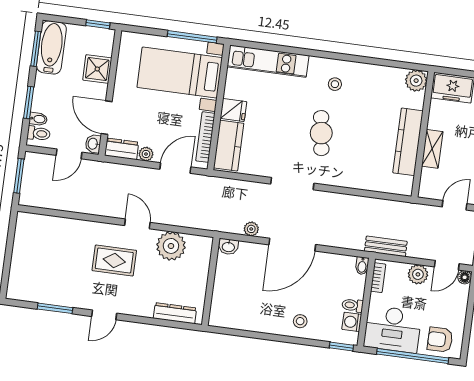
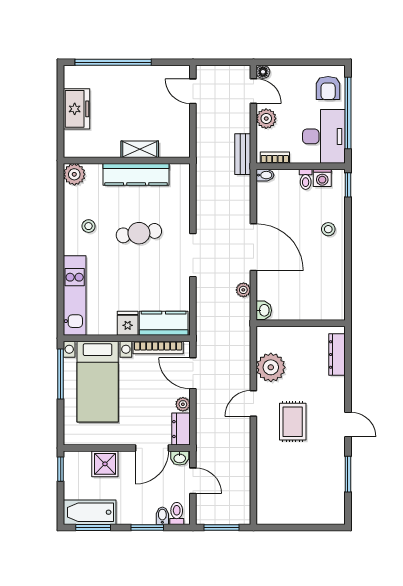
plant: (416, 81) -> (74, 174), moved
wall: (423, 134) -> (127, 161), moved
kitchen counter: (408, 142) -> (136, 174), moved
shelving: (432, 149) -> (140, 149), moved

